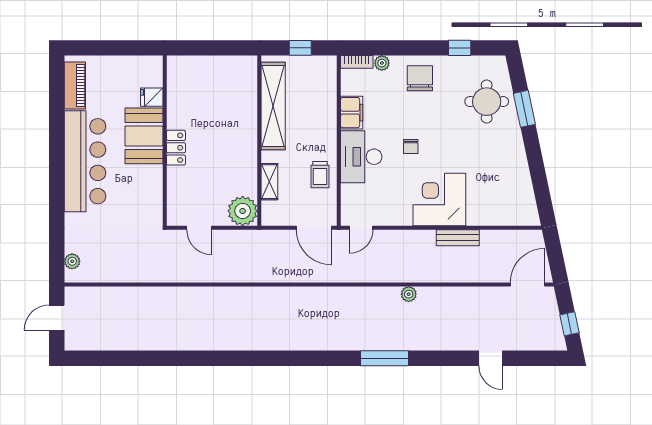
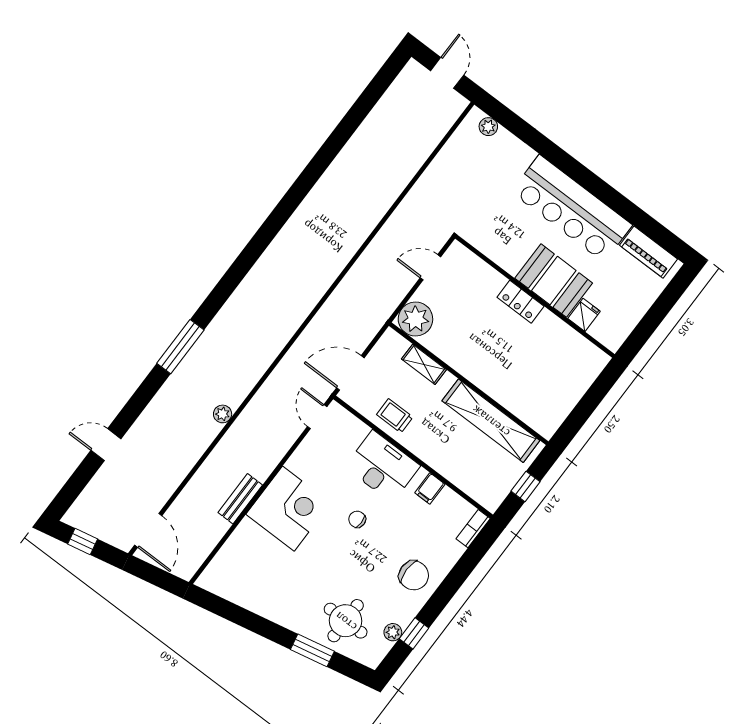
plant: (382, 63) -> (393, 632), moved
filing cabinet: (352, 113) -> (430, 488), width x0.50

